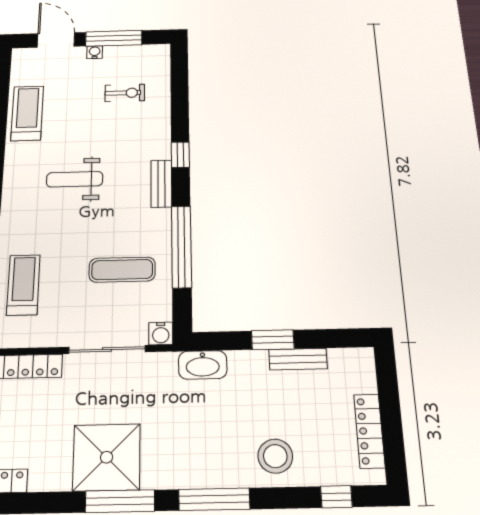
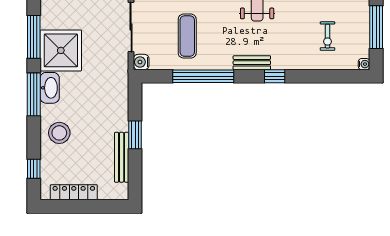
water cooler: (95, 52) -> (364, 64), moved
bench: (298, 359) -> (122, 157), width x1.36
washbasin: (203, 365) -> (50, 88), moved, turned 180
shower: (107, 457) -> (61, 50), moved

